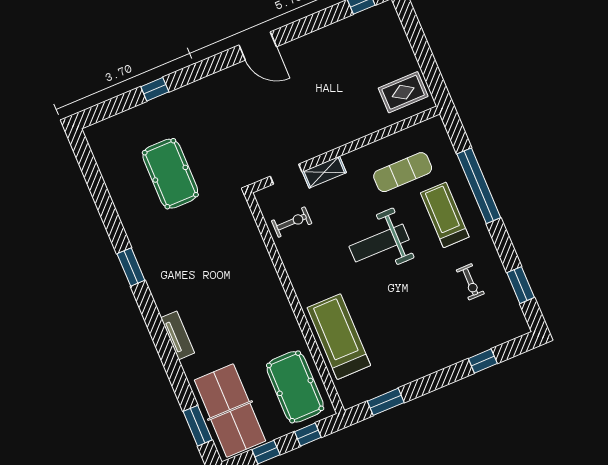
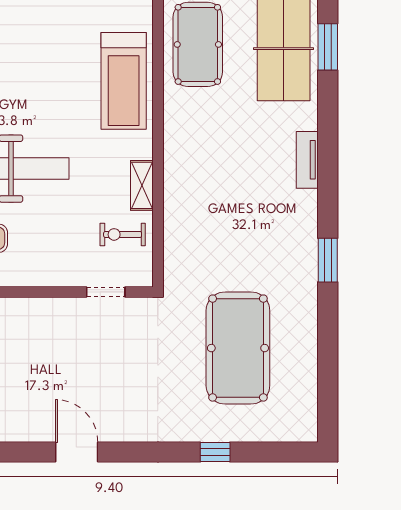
shelving: (324, 172) -> (142, 185), moved, turned 90
pool table: (170, 174) -> (238, 348), width x1.36, depth x1.32

